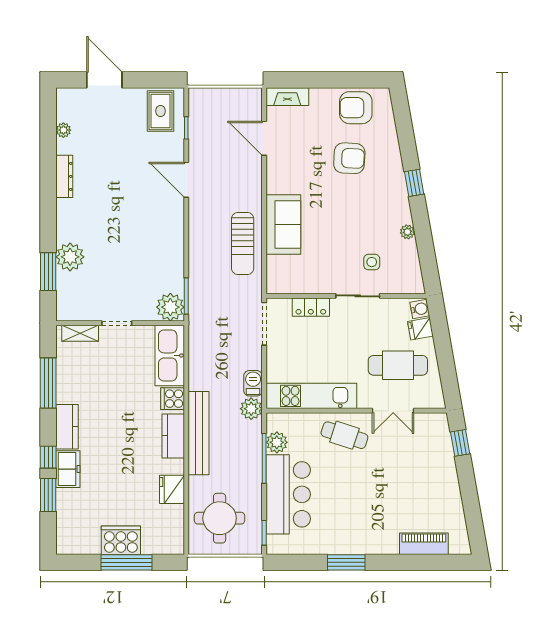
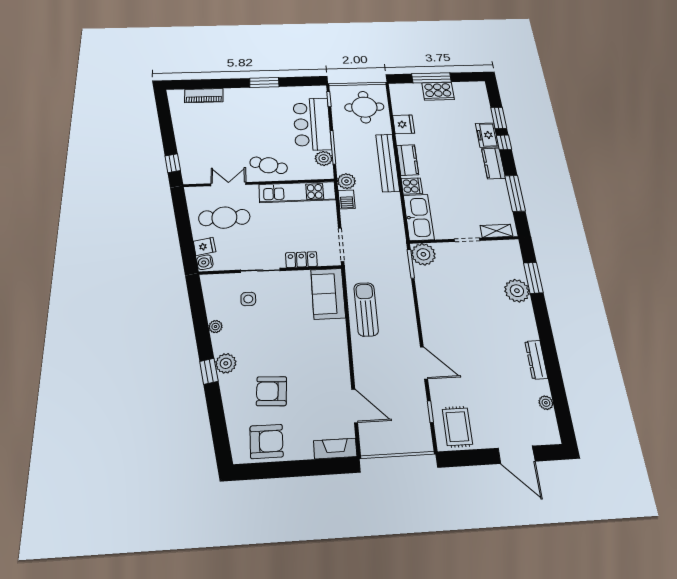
plant: (396, 190) -> (226, 363), added
sofa: (283, 224) -> (328, 294), moved

